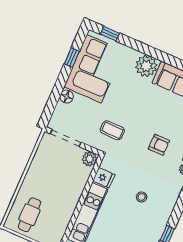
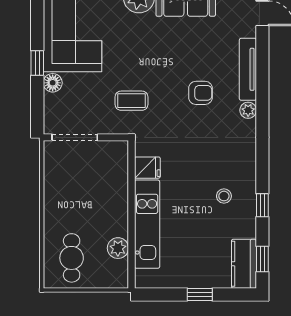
window: (72, 57) -> (37, 63), moved
plant: (90, 159) -> (118, 248), moved
stool: (142, 197) -> (224, 196), moved

